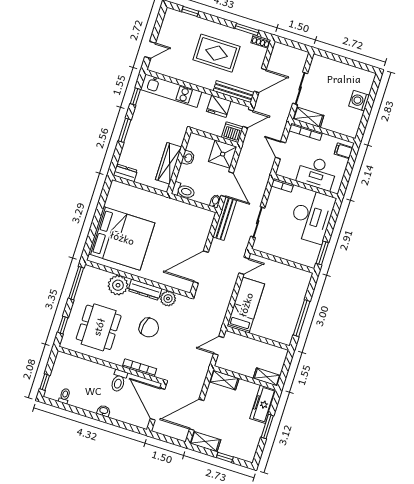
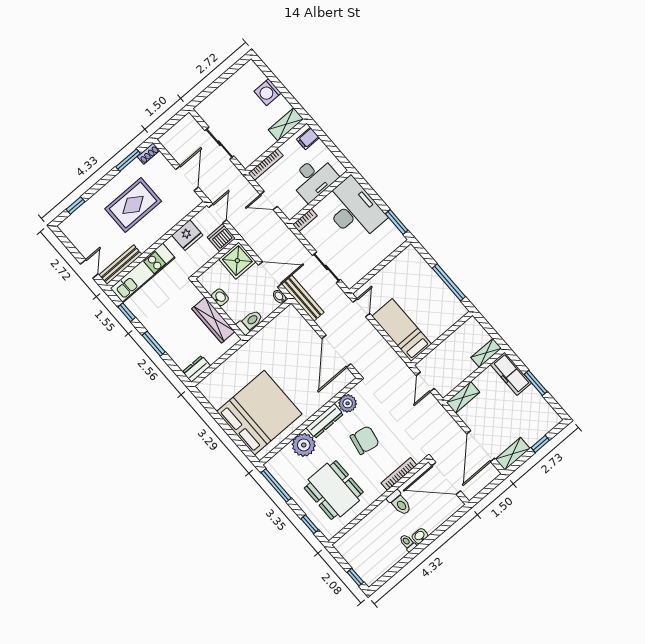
bench: (234, 92) -> (120, 265), moved
shelving: (308, 117) -> (286, 124), moved
toilet: (65, 396) -> (408, 543), moved

